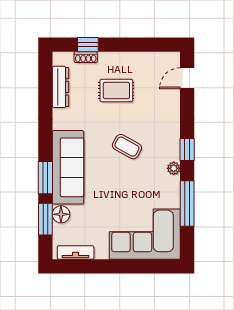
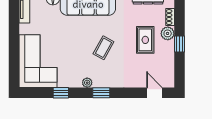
window: (88, 45) -> (180, 44), moved
plant: (108, 61) -> (168, 33), added
window: (187, 203) -> (61, 93), width x0.46

